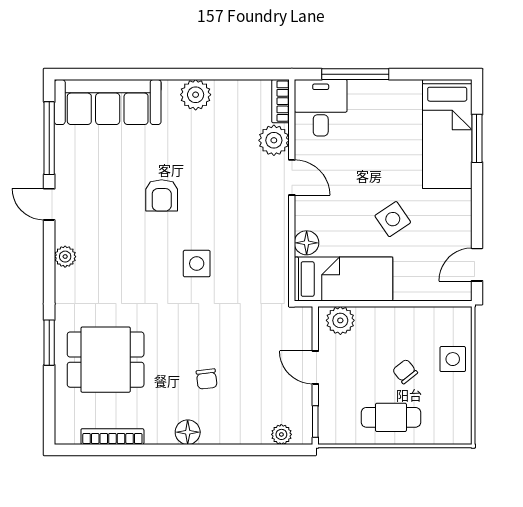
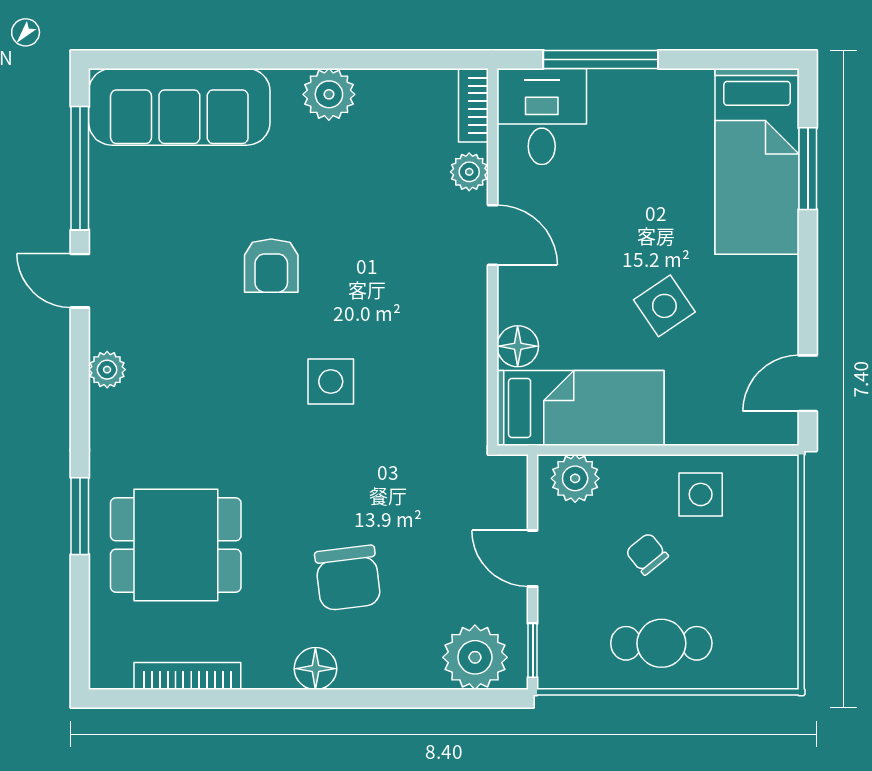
plant: (274, 140) -> (469, 172), width x0.73, depth x0.73
side table: (453, 359) -> (701, 494), moved
chair: (405, 371) -> (647, 554), moved
chair: (207, 379) -> (348, 578), width x1.87, depth x1.87
plant: (281, 434) -> (475, 657), width x1.88, depth x1.88

